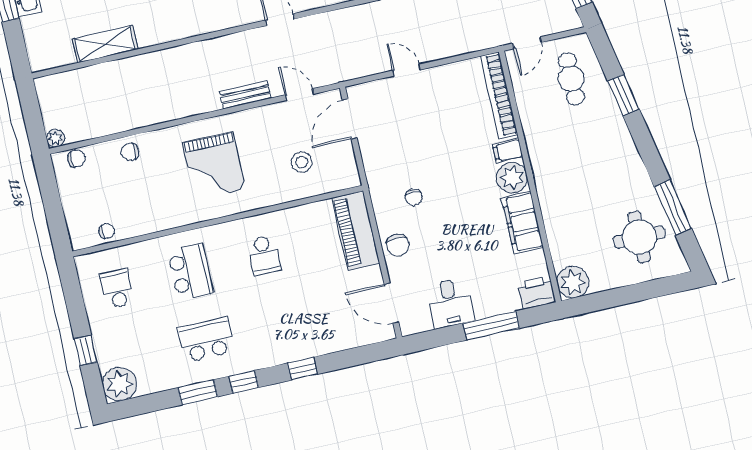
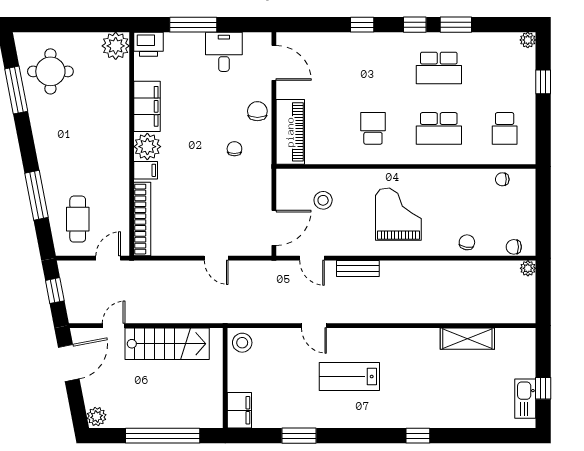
window: (623, 95) -> (36, 195), width x1.44
chair: (130, 152) -> (467, 242), turned -81
school desk: (190, 272) -> (439, 128), turned -90
plant: (119, 384) -> (528, 40), width x0.53, depth x0.53

